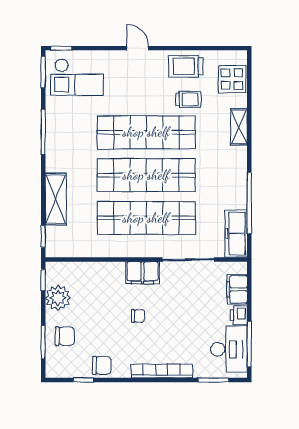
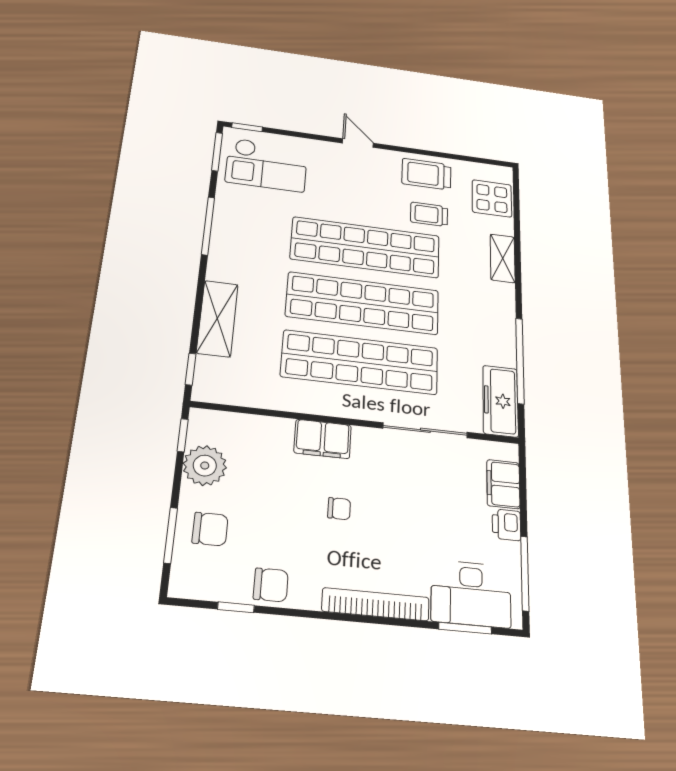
trolley: (188, 99) -> (429, 214), turned 180
filing cabinet: (142, 273) -> (323, 439), moved
desk: (229, 349) -> (471, 594), moved, turned 90

